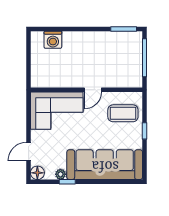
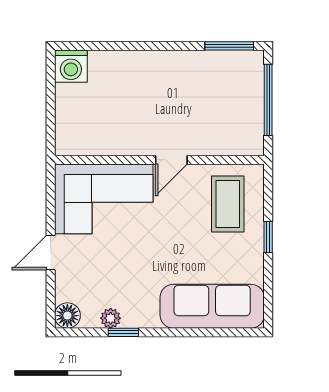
washing machine: (53, 40) -> (71, 66), moved
coffee table: (123, 113) -> (228, 204), turned 90
door: (29, 152) -> (51, 252), moved
sofa: (105, 165) -> (212, 306), width x0.74, depth x0.79

